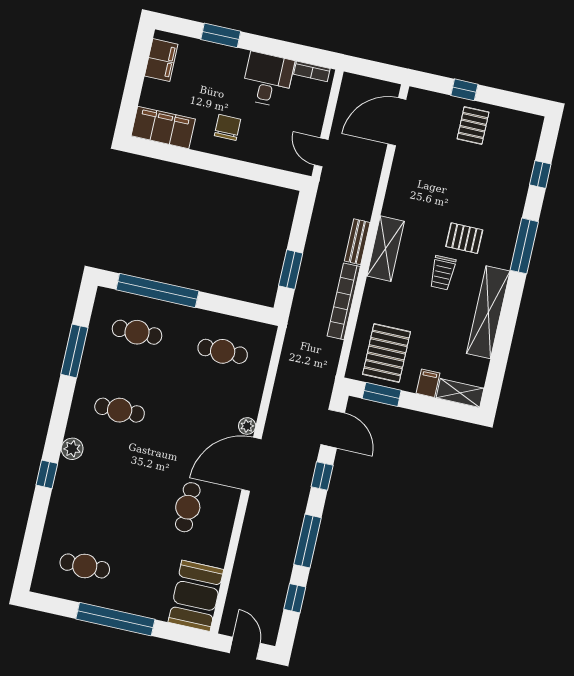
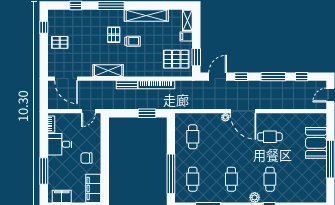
window: (221, 35) -> (44, 171), width x1.44
window: (464, 90) -> (44, 27), moved
shelving: (386, 249) -> (108, 71), moved
cafe table: (85, 566) -> (270, 179), moved
booth: (196, 596) -> (316, 143), moved, turned 90

